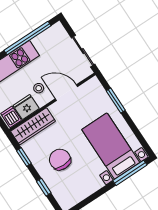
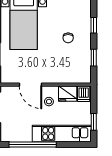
wardrobe: (33, 126) -> (72, 76), removed
chair: (60, 160) -> (68, 38), width x0.54, depth x0.54

